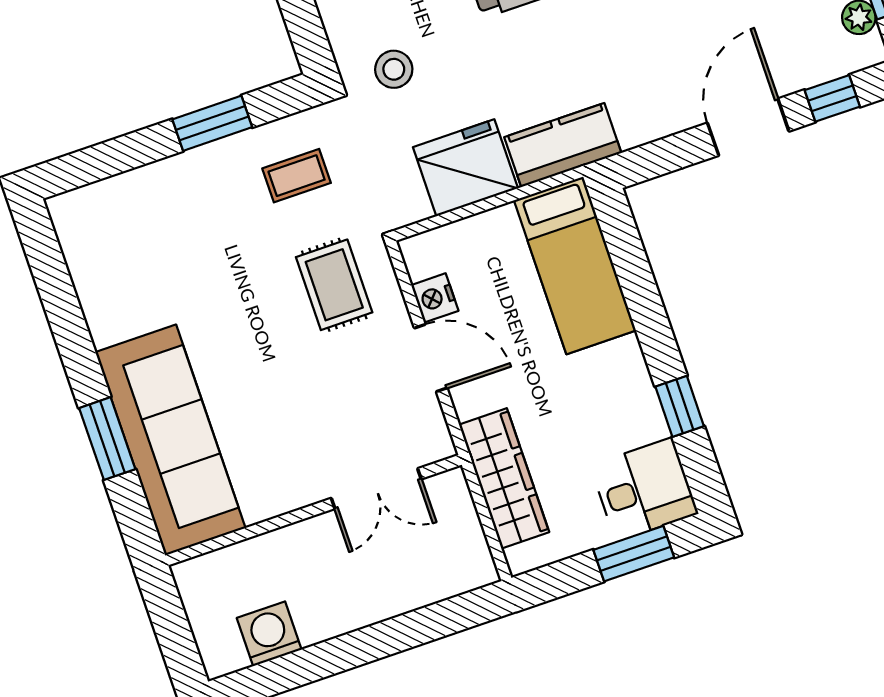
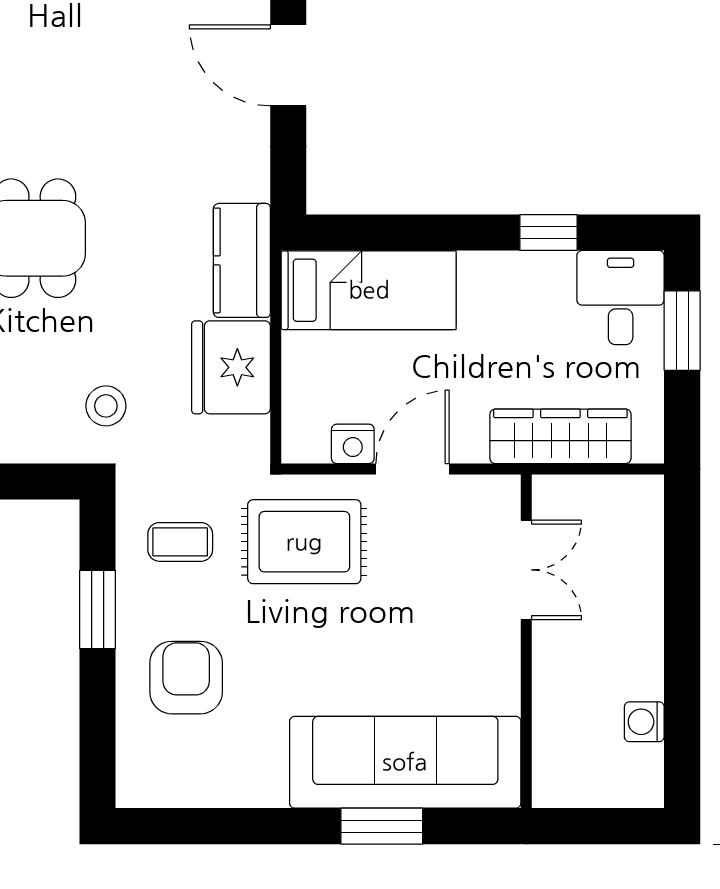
coffee table: (297, 176) -> (180, 542), turned 90
armchair: (179, 222) -> (186, 678), added
rug: (334, 285) -> (304, 542), width x1.36, depth x1.43
washing machine: (269, 634) -> (644, 722), width x0.73, depth x0.73

